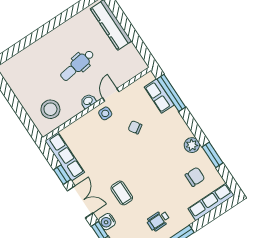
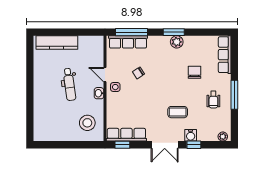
row of seats: (159, 96) -> (128, 42), width x1.48
window: (213, 155) -> (174, 32), moved
window: (62, 175) -> (122, 145), moved
chair: (195, 177) -> (194, 72), moved
double door: (80, 202) -> (165, 145), swing flipped

